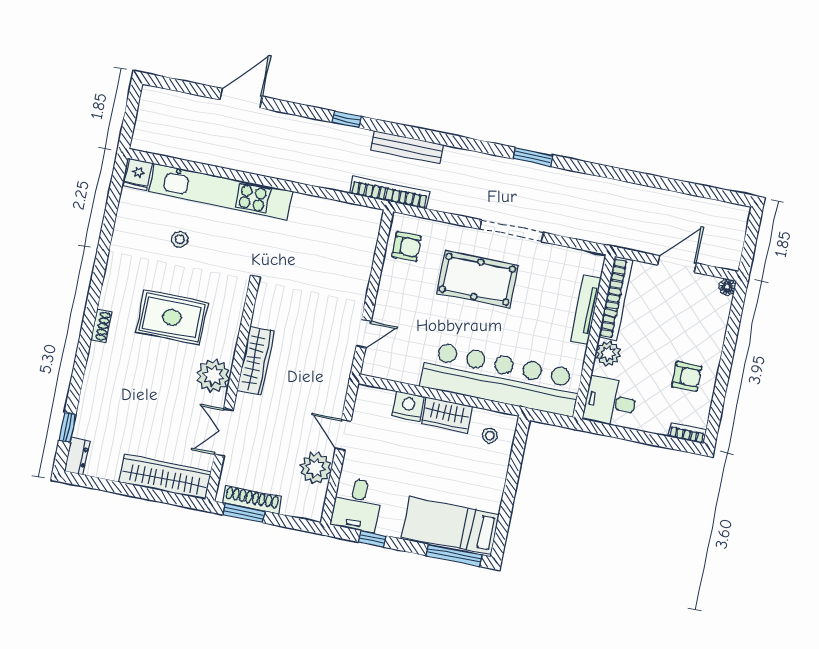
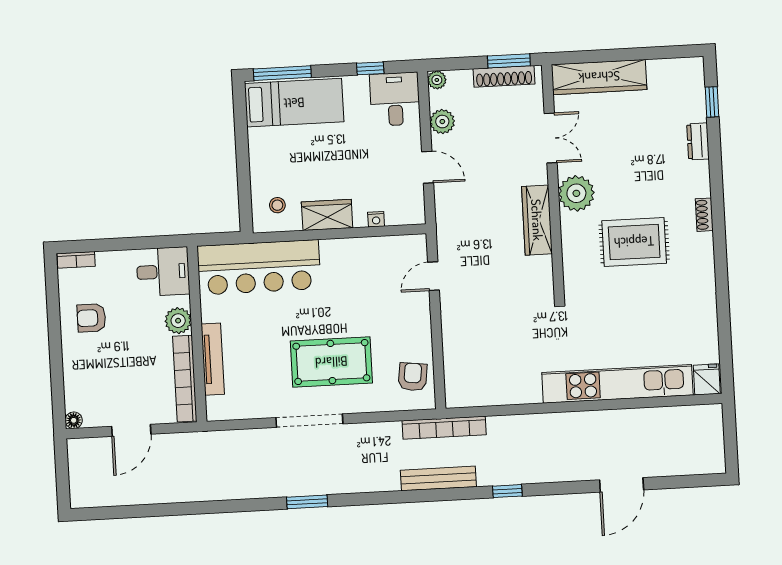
stool: (180, 239) -> (647, 324), removed
armchair: (407, 247) -> (413, 377), turned 97
bar counter: (501, 379) -> (259, 267), width x0.73
nightstand: (408, 406) -> (376, 219), width x0.53, depth x0.56
dresser: (77, 456) -> (698, 141), moved
plant: (316, 468) -> (442, 122), width x0.73, depth x0.73
plant: (314, 513) -> (437, 80), added

